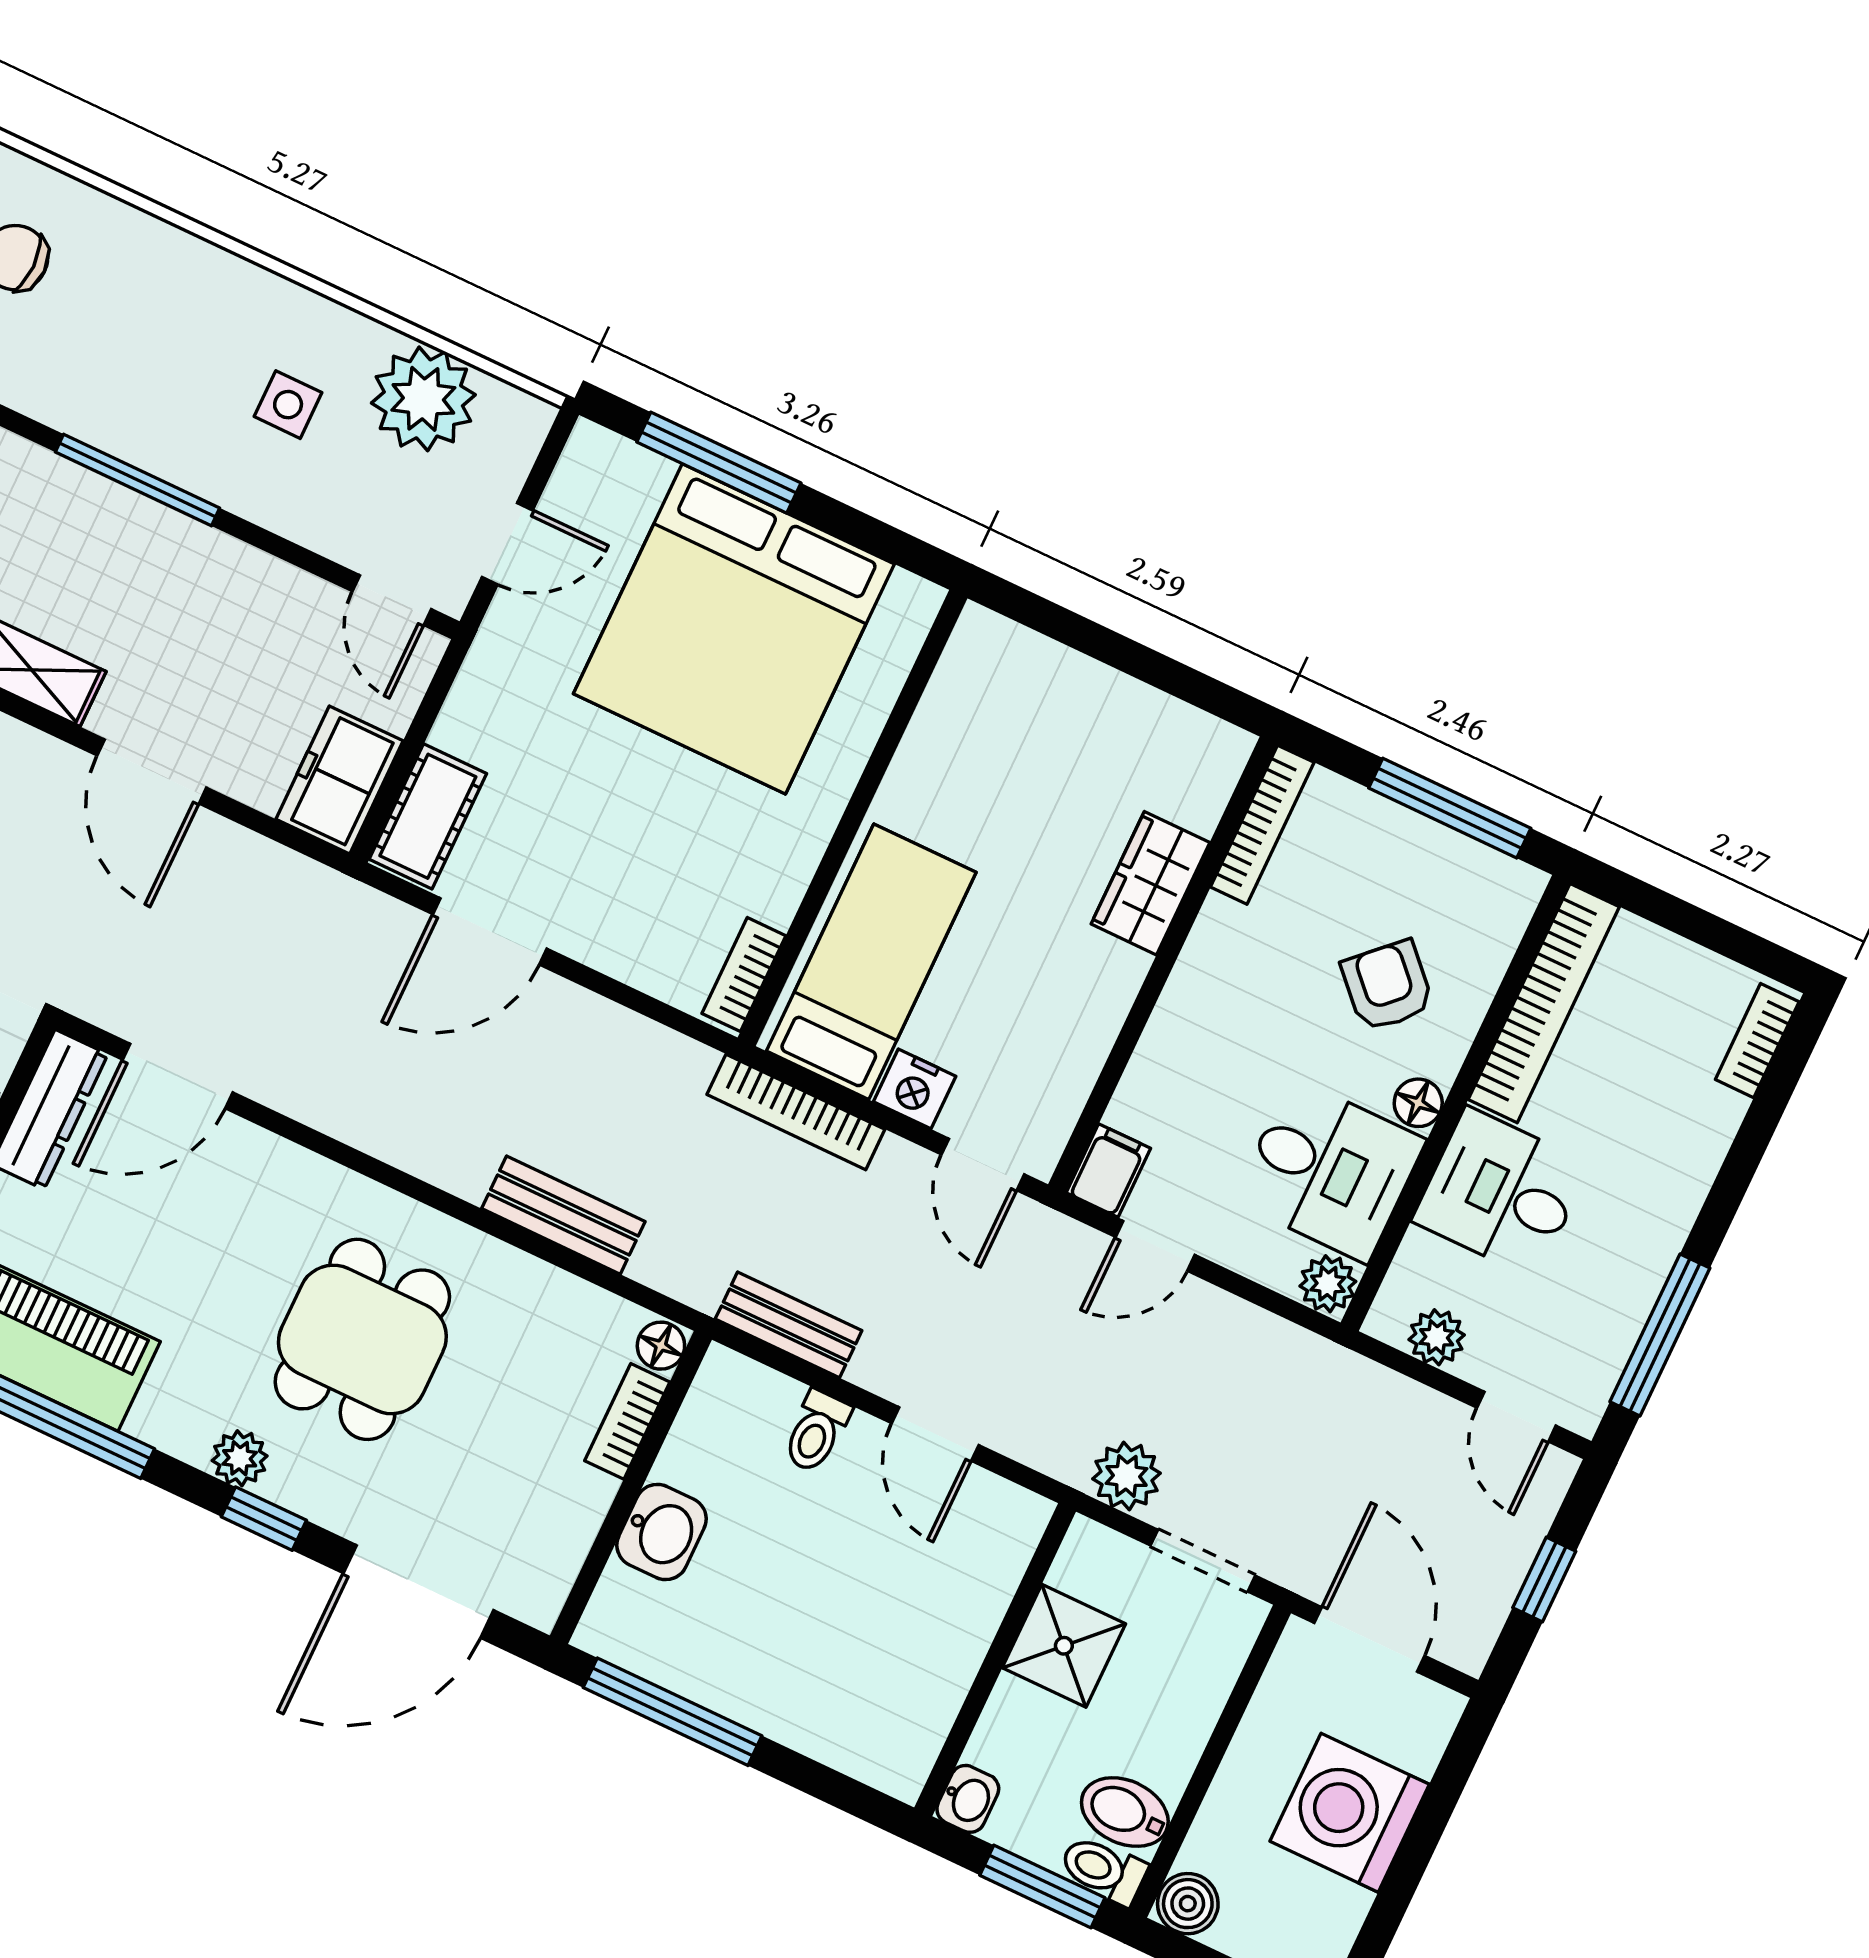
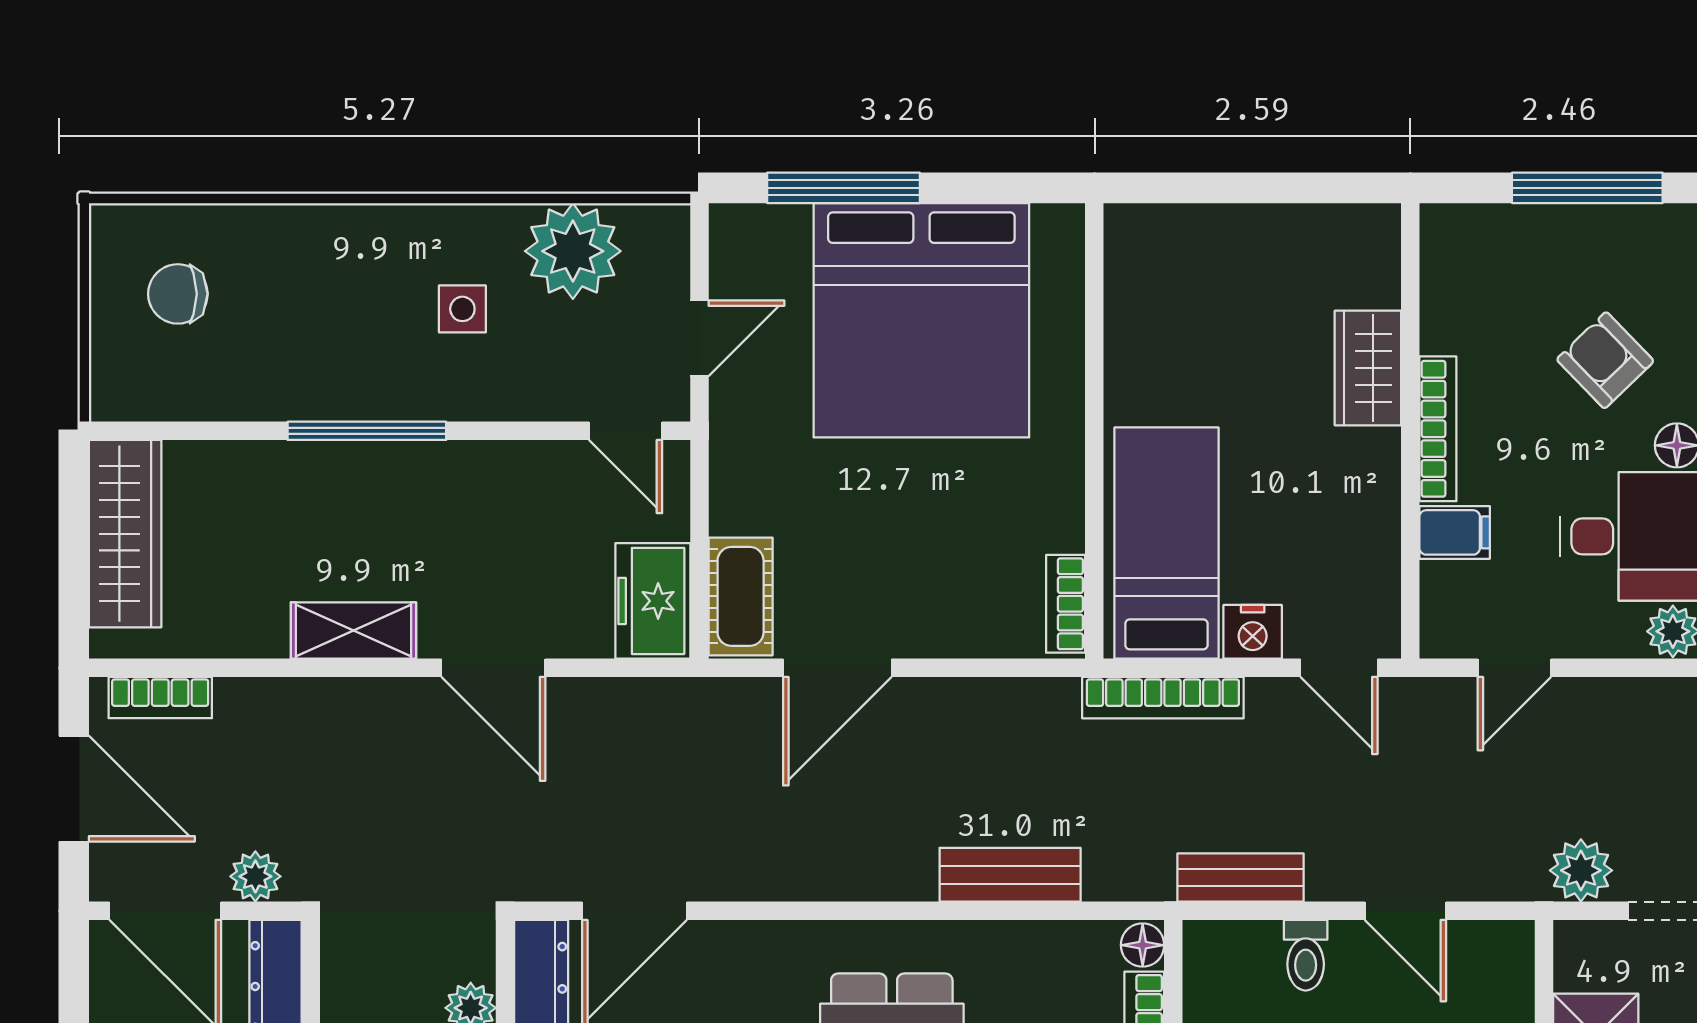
bookcase: (1262, 825) -> (1438, 429), moved
filing cabinet: (1108, 1170) -> (1455, 532), moved, turned 90

